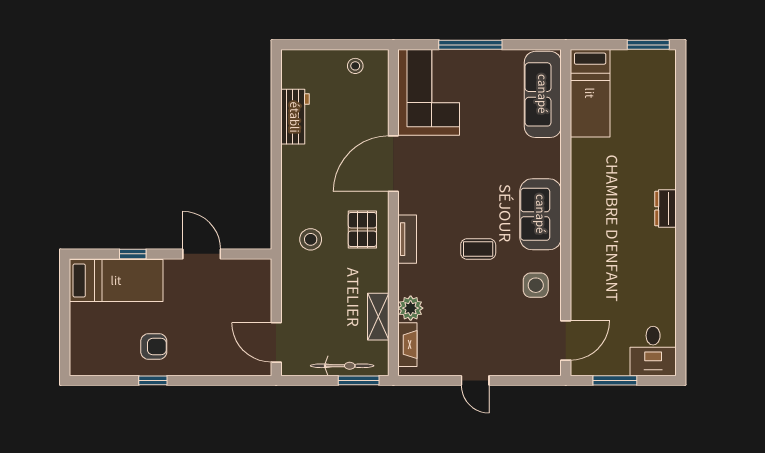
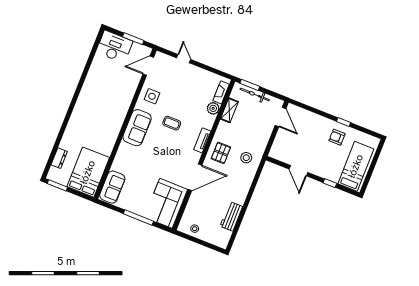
bed: (590, 93) -> (88, 172), width x1.50
sofa: (543, 94) -> (112, 187), width x0.73
dresser: (665, 208) -> (59, 158), moved
bed: (116, 280) -> (356, 166), moved, turned 90
desk: (653, 351) -> (114, 47), width x1.37
door: (475, 380) -> (184, 59), moved

